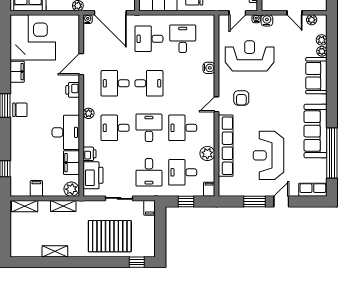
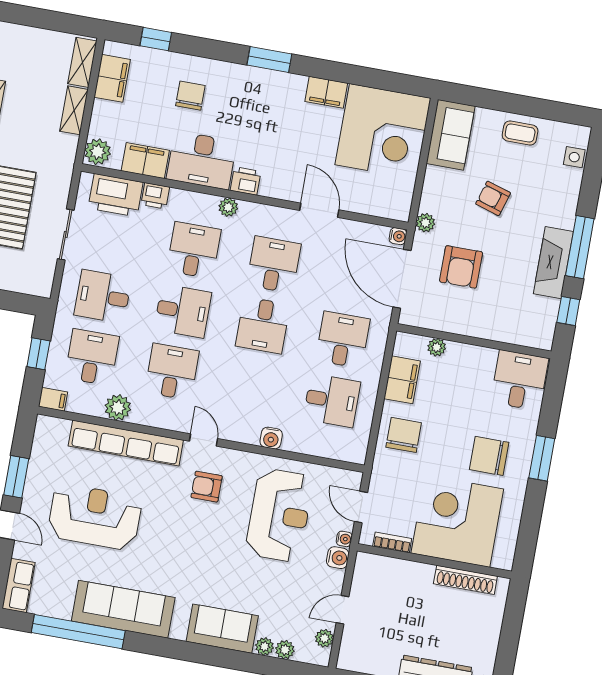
door: (110, 13) -> (402, 279), hinge flipped
printer: (73, 90) -> (246, 181), moved
chair: (20, 110) -> (190, 96), moved, turned 180
filing cabinet: (36, 188) -> (112, 78), width x2.00
shelving: (63, 206) -> (74, 110), moved
filing cabinet: (150, 208) -> (39, 286), removed

